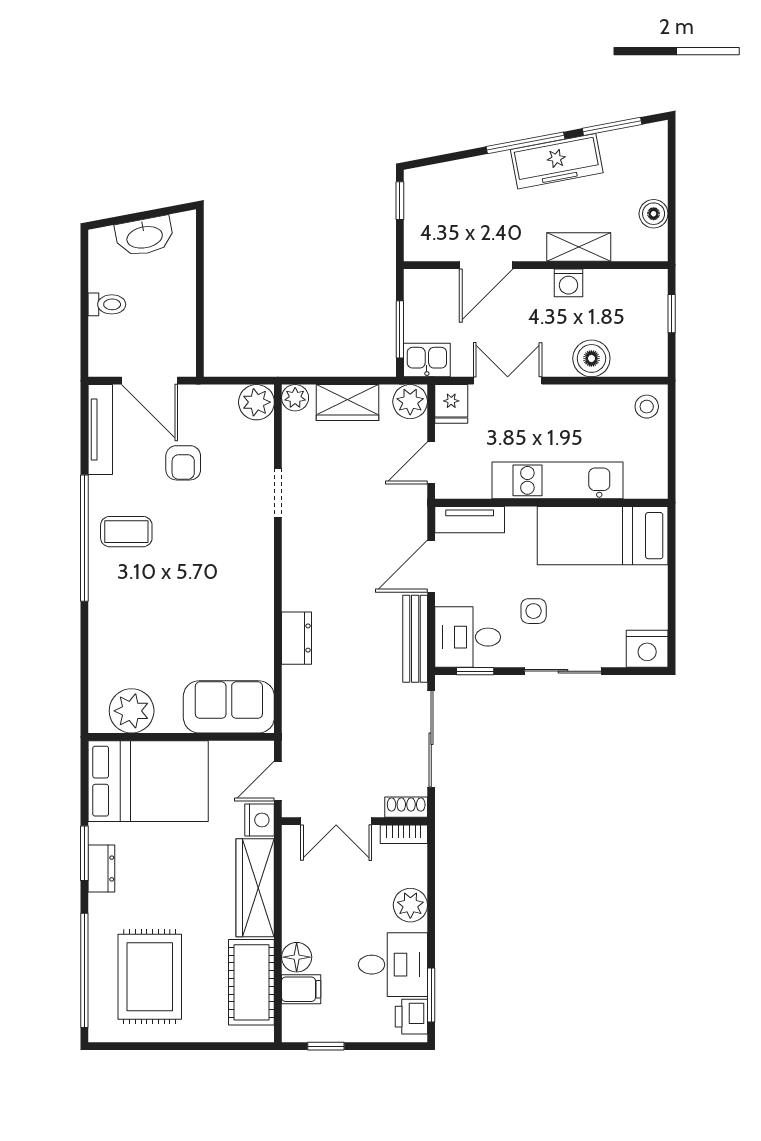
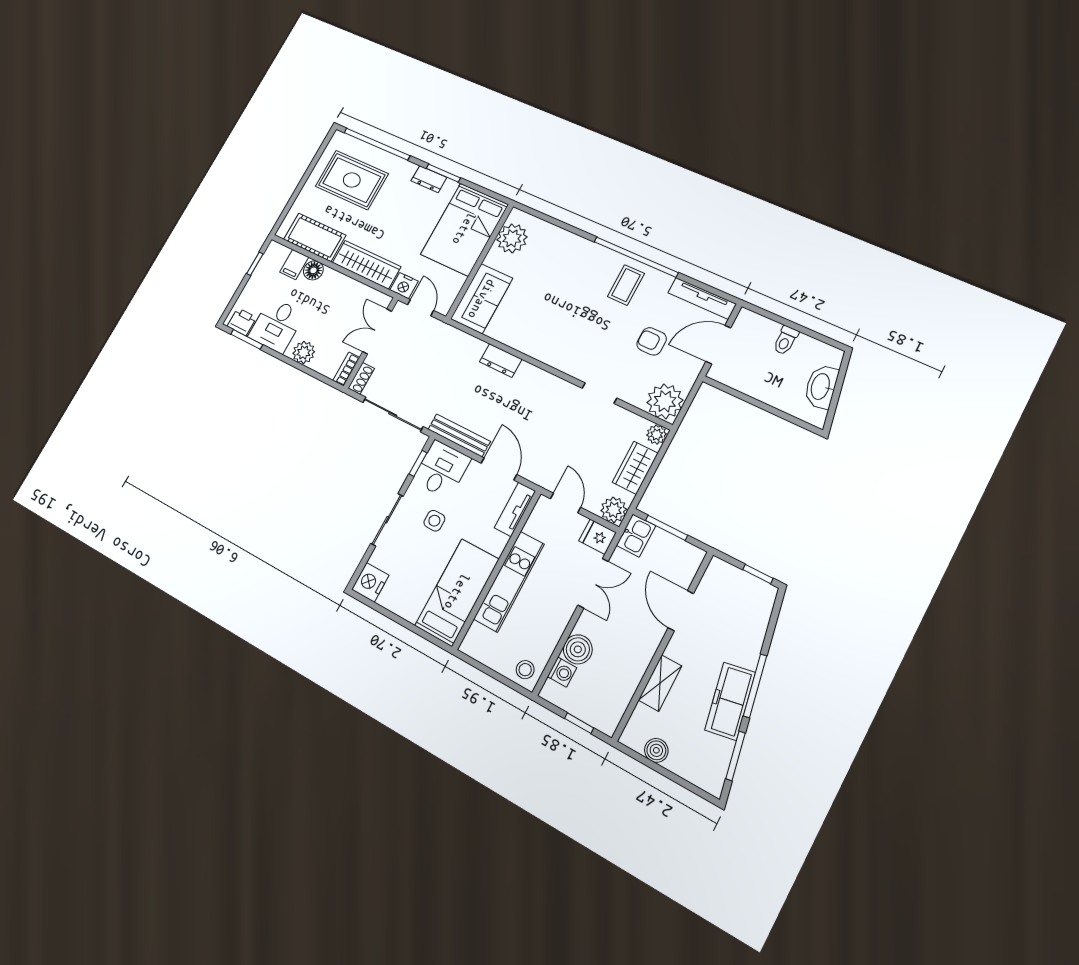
washing machine: (569, 283) -> (562, 672), moved, turned 180
plant: (256, 402) -> (665, 401), width x1.36, depth x1.36

